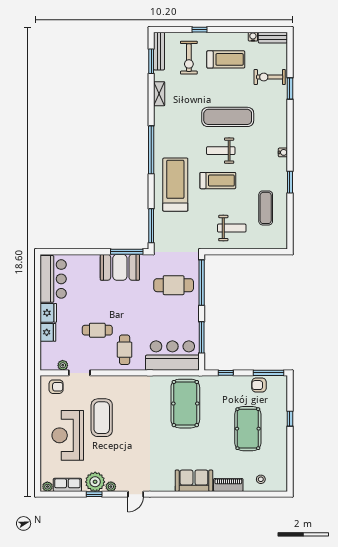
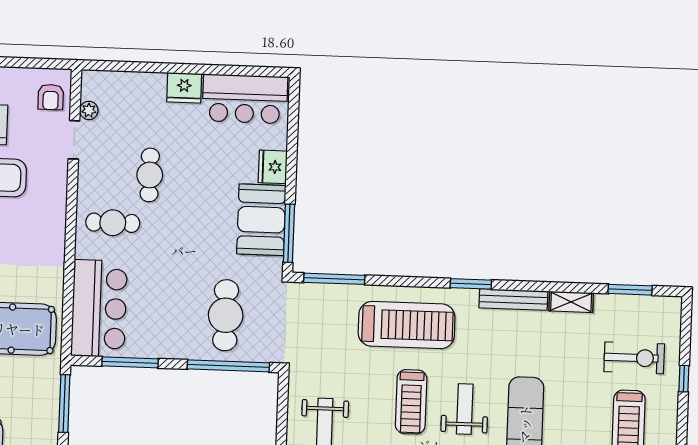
bench: (159, 51) -> (513, 300), moved
exercise bike: (189, 58) -> (634, 358), turned 180
window: (151, 150) -> (471, 284), width x0.47
fridge: (48, 332) -> (273, 167), moved, turned 90
window: (226, 373) -> (64, 404), width x2.17

